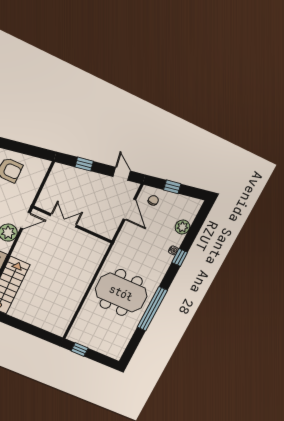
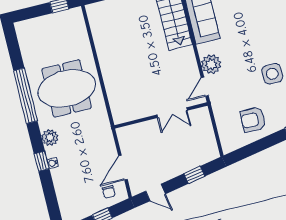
door: (129, 209) -> (123, 168), hinge flipped
plant: (182, 227) -> (50, 138), moved

